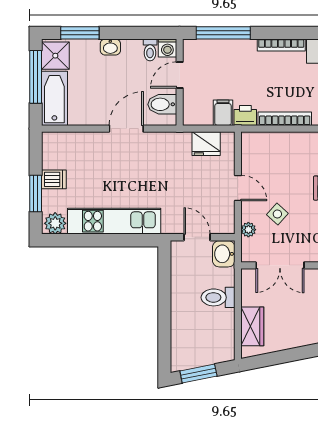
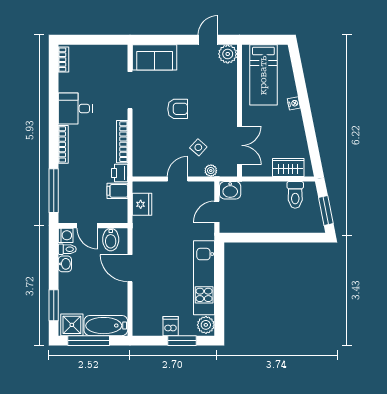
washbasin: (110, 47) -> (65, 264), moved
toilet: (218, 297) -> (295, 195), moved

